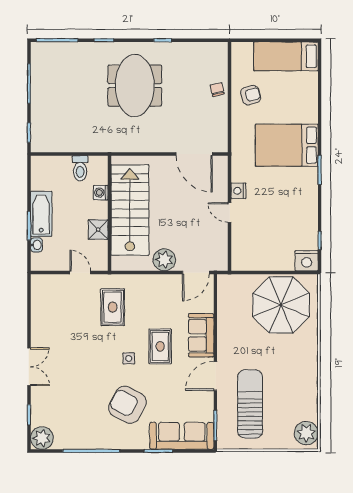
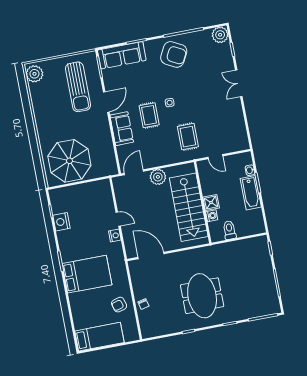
shower: (98, 230) -> (211, 203), moved
nightstand: (307, 261) -> (61, 222), moved, turned -90
armchair: (127, 405) -> (174, 54), moved

